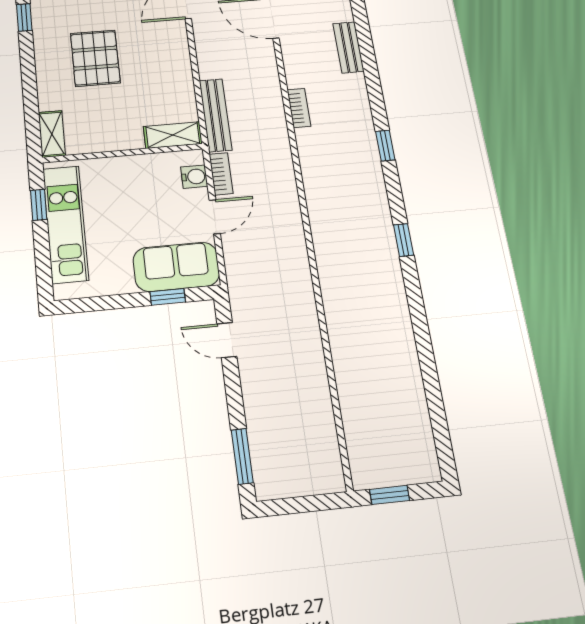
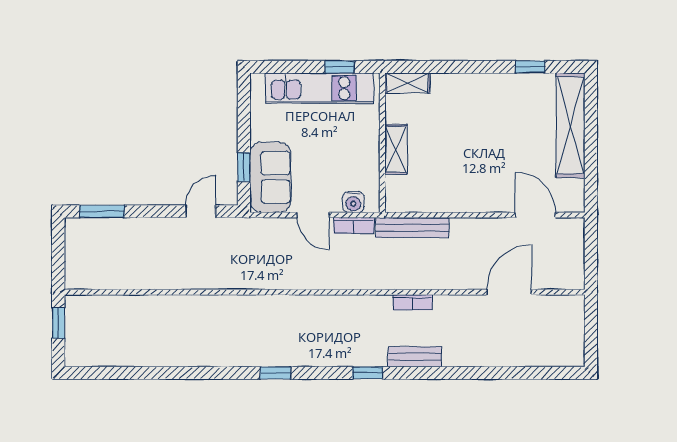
bench: (348, 47) -> (415, 357), moved
pallet: (95, 58) -> (481, 127), removed
shelving: (173, 135) -> (396, 149), moved

